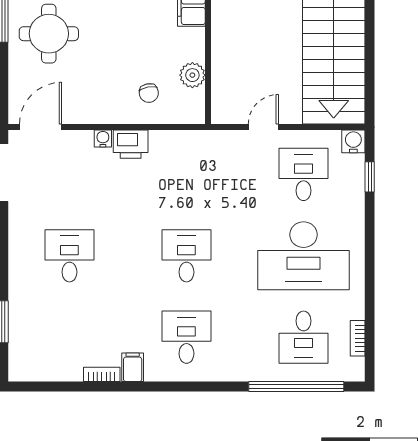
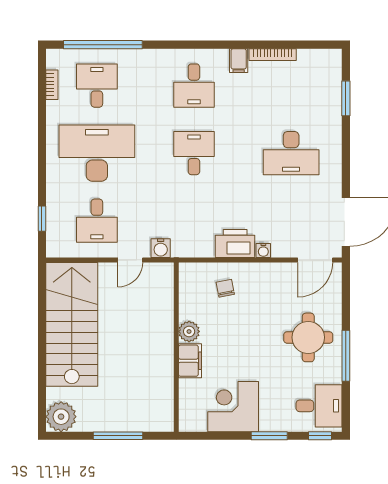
plant: (192, 75) -> (189, 331), moved
water cooler: (353, 141) -> (161, 248), moved
printer: (131, 144) -> (235, 244), width x1.37, depth x1.19
desk: (69, 256) -> (291, 153), width x1.37
desk: (186, 256) -> (194, 153), turned 180
bookcase: (102, 374) -> (273, 55), width x1.56

